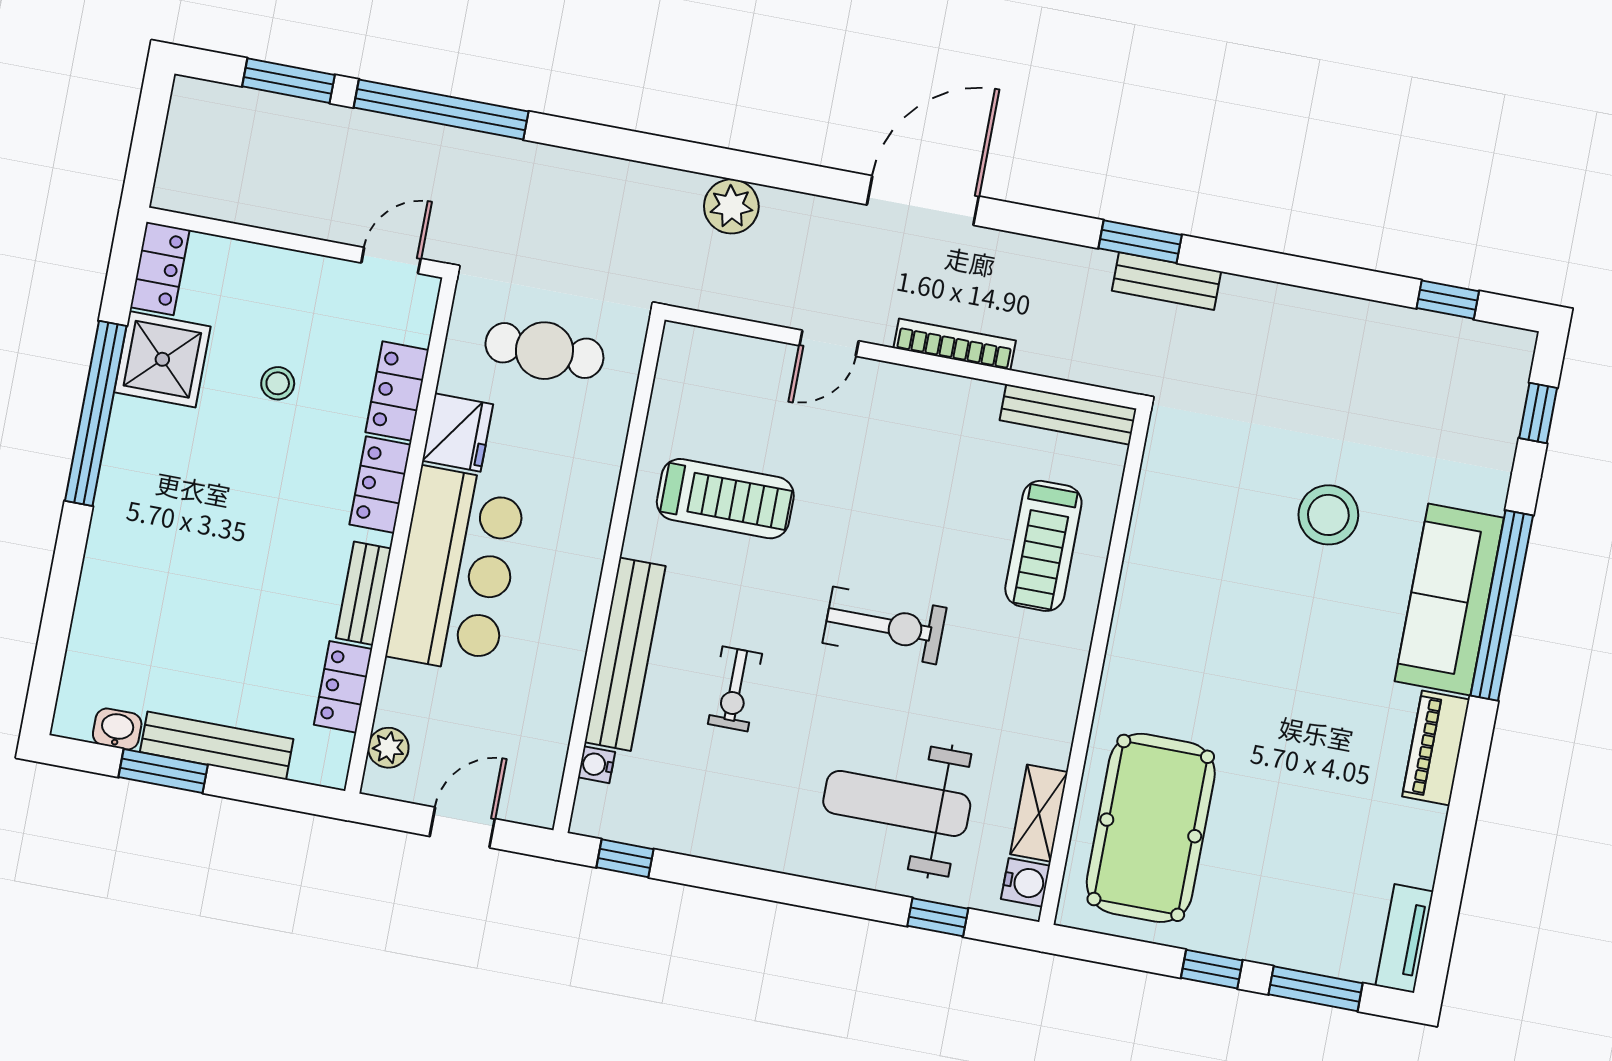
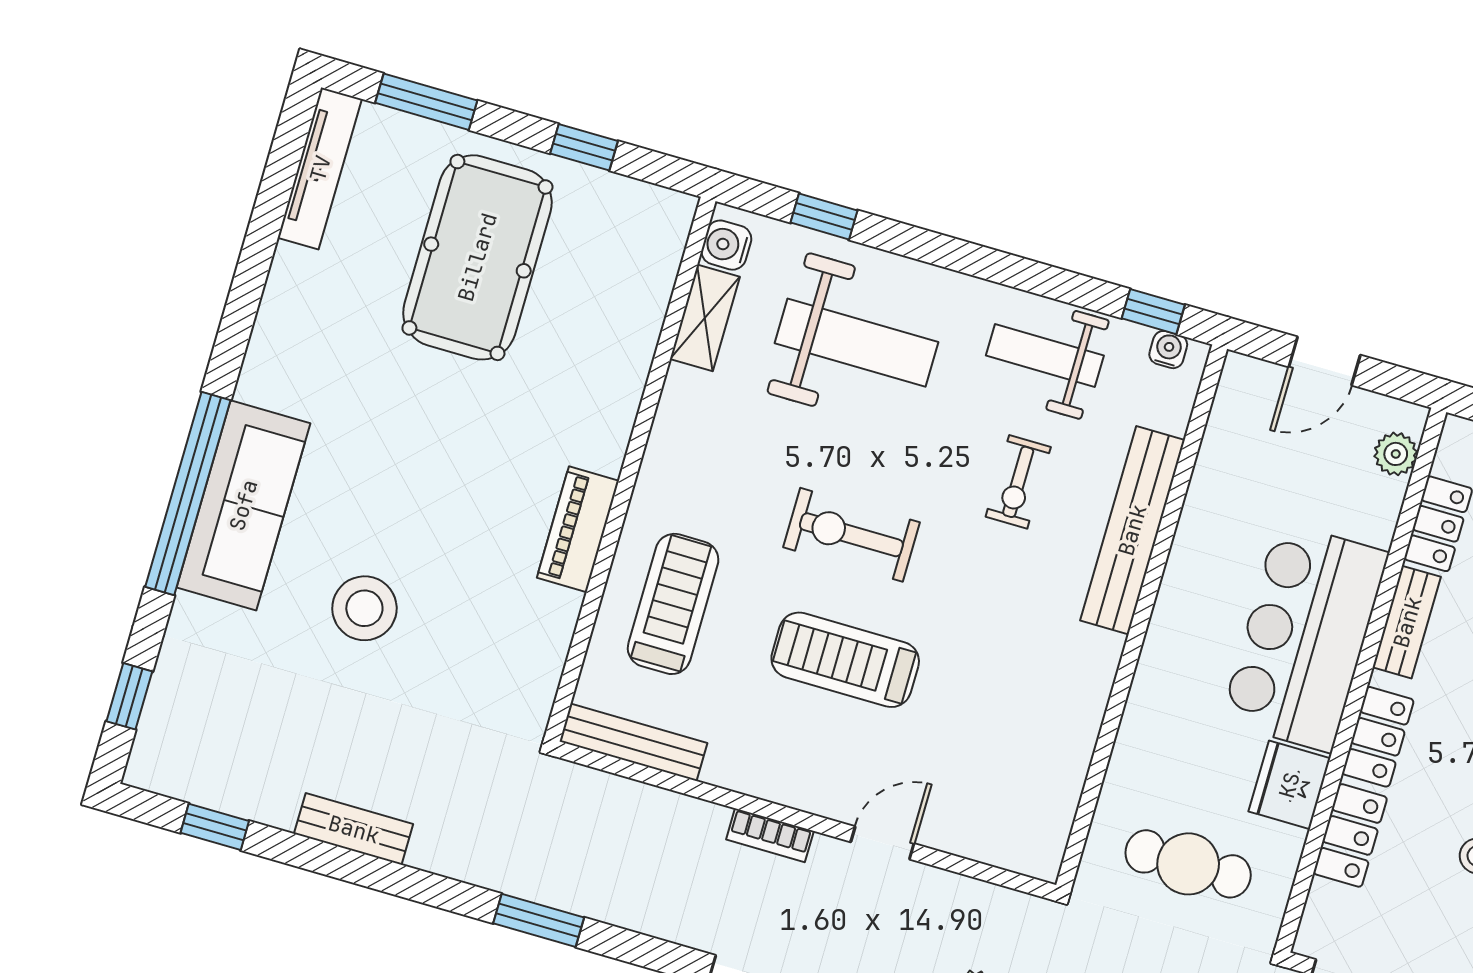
bench: (1166, 281) -> (354, 829), moved
bookcase: (955, 344) -> (770, 835), width x0.64
treadmill: (725, 499) -> (845, 660), moved
exercise bike: (735, 689) -> (1018, 482), turned 180
piano: (1436, 748) -> (578, 529), moved, turned 180
water cooler: (597, 765) -> (1168, 350), moved, turned -90
weight bench: (721, 808) -> (1045, 355), added
pool table: (1151, 828) -> (477, 257), moved
tv unit: (1404, 938) -> (320, 168), width x1.41
window: (1212, 969) -> (584, 147), moved

